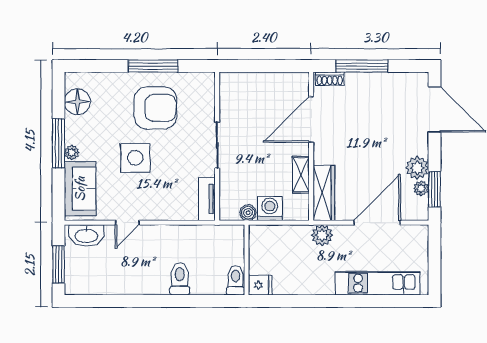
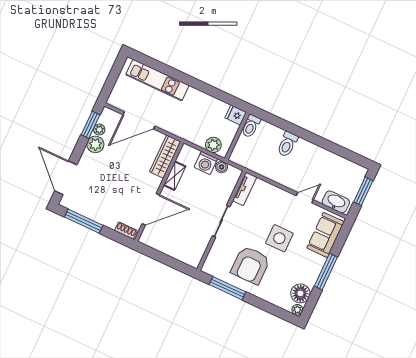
window: (153, 66) -> (227, 288), moved
window: (362, 66) -> (84, 221), moved
armchair: (155, 108) -> (251, 265), turned -90
plant: (72, 152) -> (297, 310), moved
plant: (322, 235) -> (213, 145), moved

